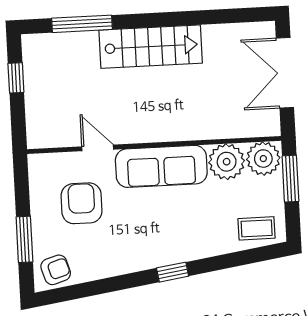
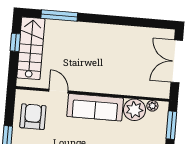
stairs: (151, 47) -> (31, 48), moved, turned -90
plant: (263, 159) -> (152, 106), width x0.53, depth x0.53
armchair: (82, 203) -> (33, 117), moved

